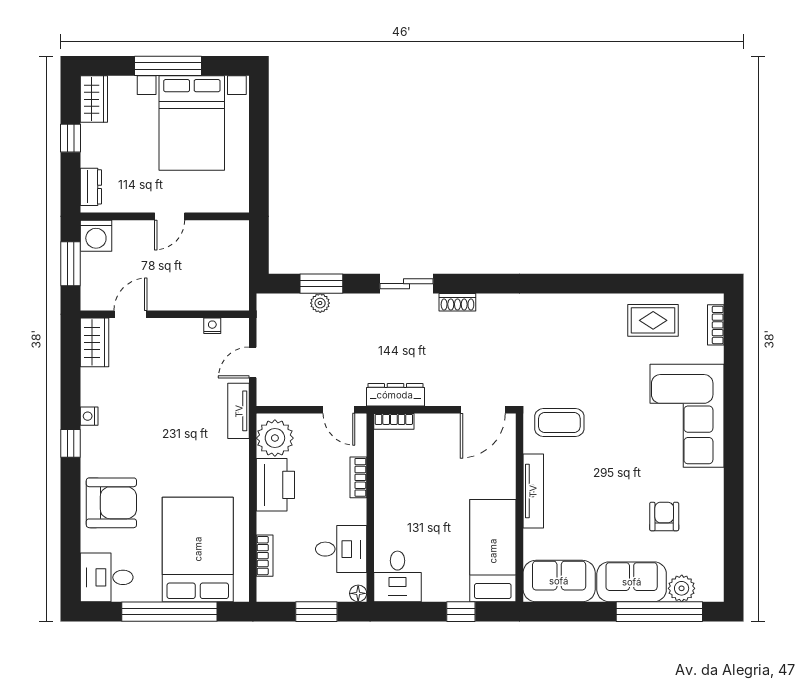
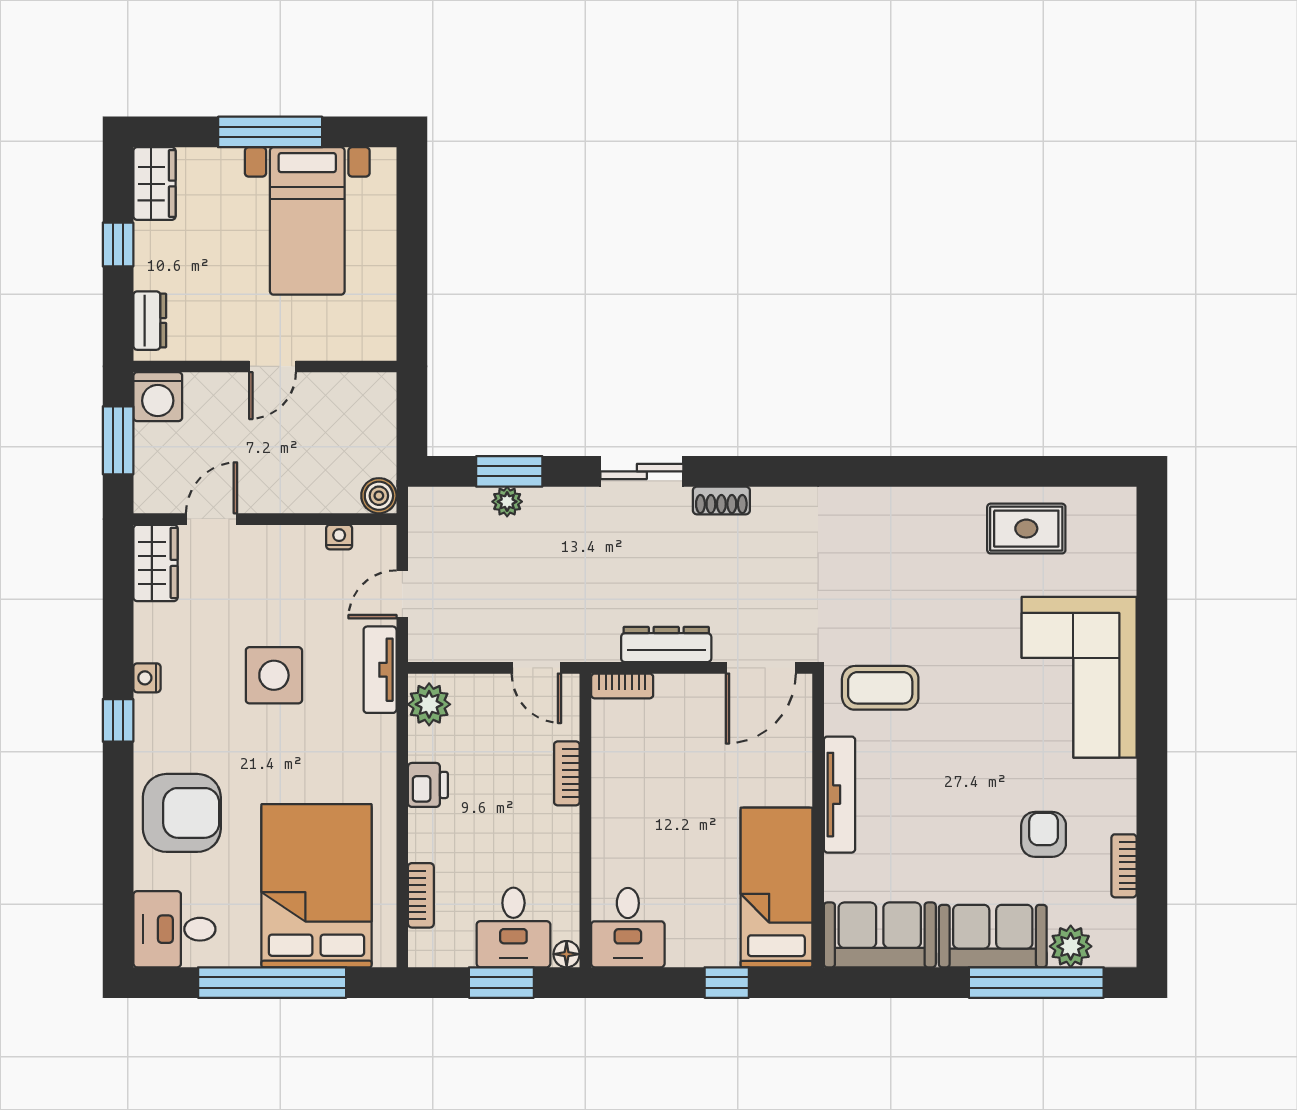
bed with nightstands: (192, 123) -> (307, 221), width x0.73
boiler: (238, 299) -> (379, 496), added
bookcase: (716, 325) -> (1124, 866), moved
dresser: (395, 395) -> (666, 644), moved
side table: (170, 414) -> (274, 675), added
plant: (275, 438) -> (429, 704), width x0.73, depth x0.73
printer: (275, 485) -> (428, 785), width x0.53, depth x0.68
desk: (341, 549) -> (513, 927), moved, turned 90

